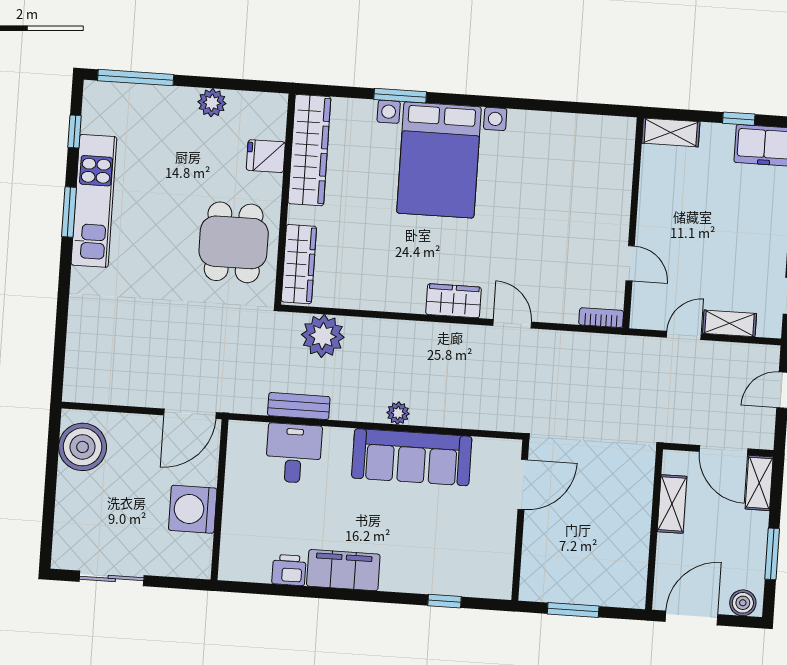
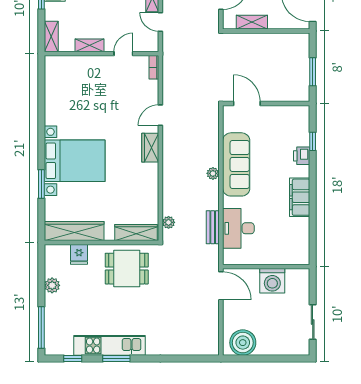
shelving: (650, 202) -> (90, 45), added
plant: (323, 336) -> (169, 222), width x0.53, depth x0.53
desk: (294, 453) -> (238, 228), width x1.37
printer: (289, 570) -> (302, 156), moved

